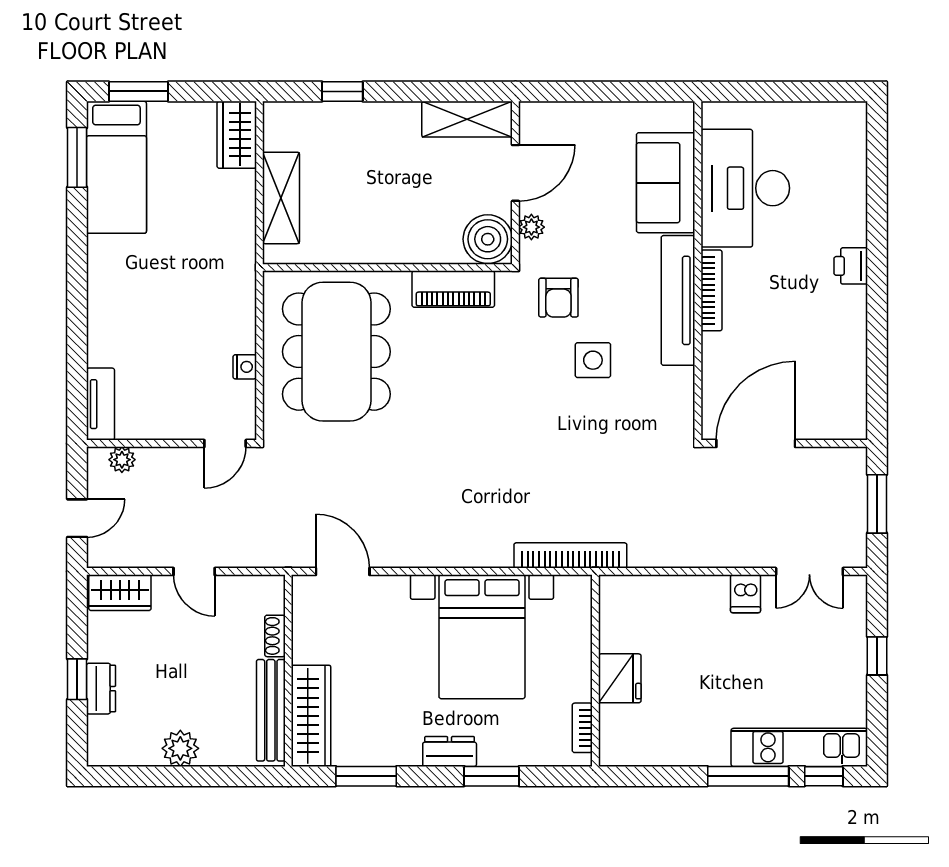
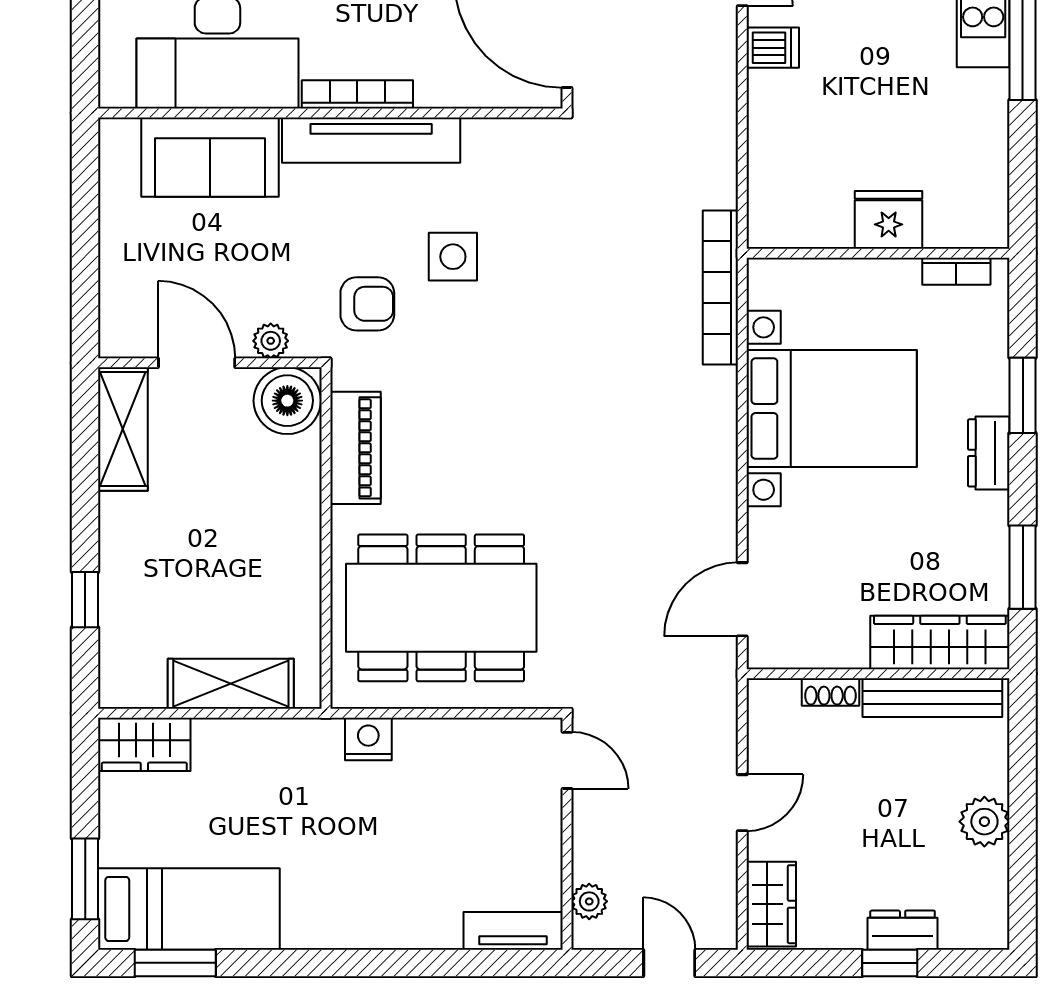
nightstand: (245, 367) -> (368, 739), moved, width x1.39, depth x1.35

